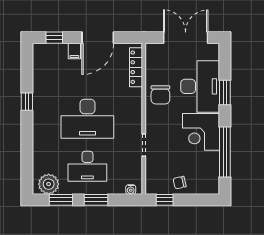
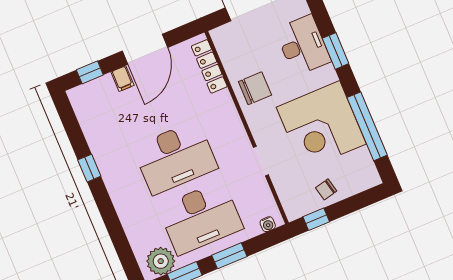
desk: (200, 86) -> (303, 45), width x0.73, depth x0.77
chair: (160, 95) -> (255, 88), turned -90
corner desk: (201, 132) -> (321, 126), width x1.36, depth x1.36
desk: (87, 166) -> (201, 218), width x1.36, depth x1.30

